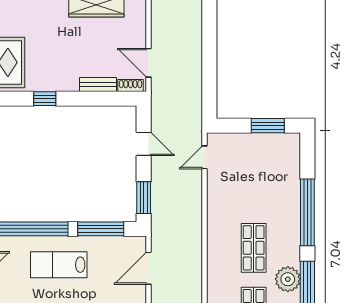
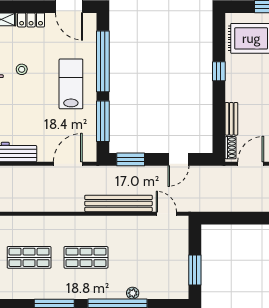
bench: (193, 211) -> (118, 203), added
door: (148, 268) -> (68, 164), hinge flipped
plant: (288, 279) -> (133, 293), moved, width x0.53, depth x0.53

